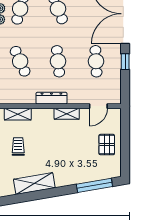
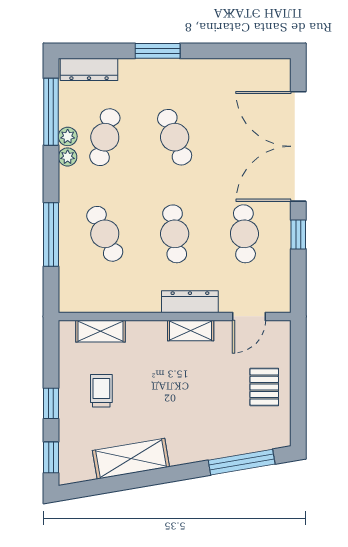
dresser: (51, 98) -> (190, 302), moved

